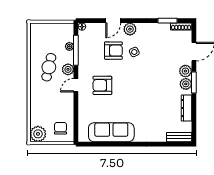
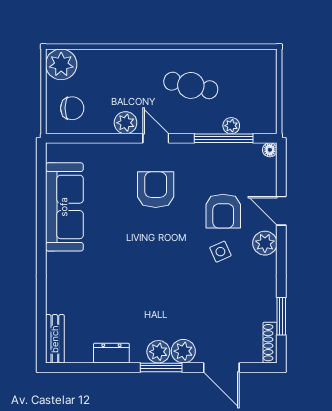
plant: (68, 69) -> (126, 123), moved
dresser: (186, 108) -> (111, 353), width x0.70

